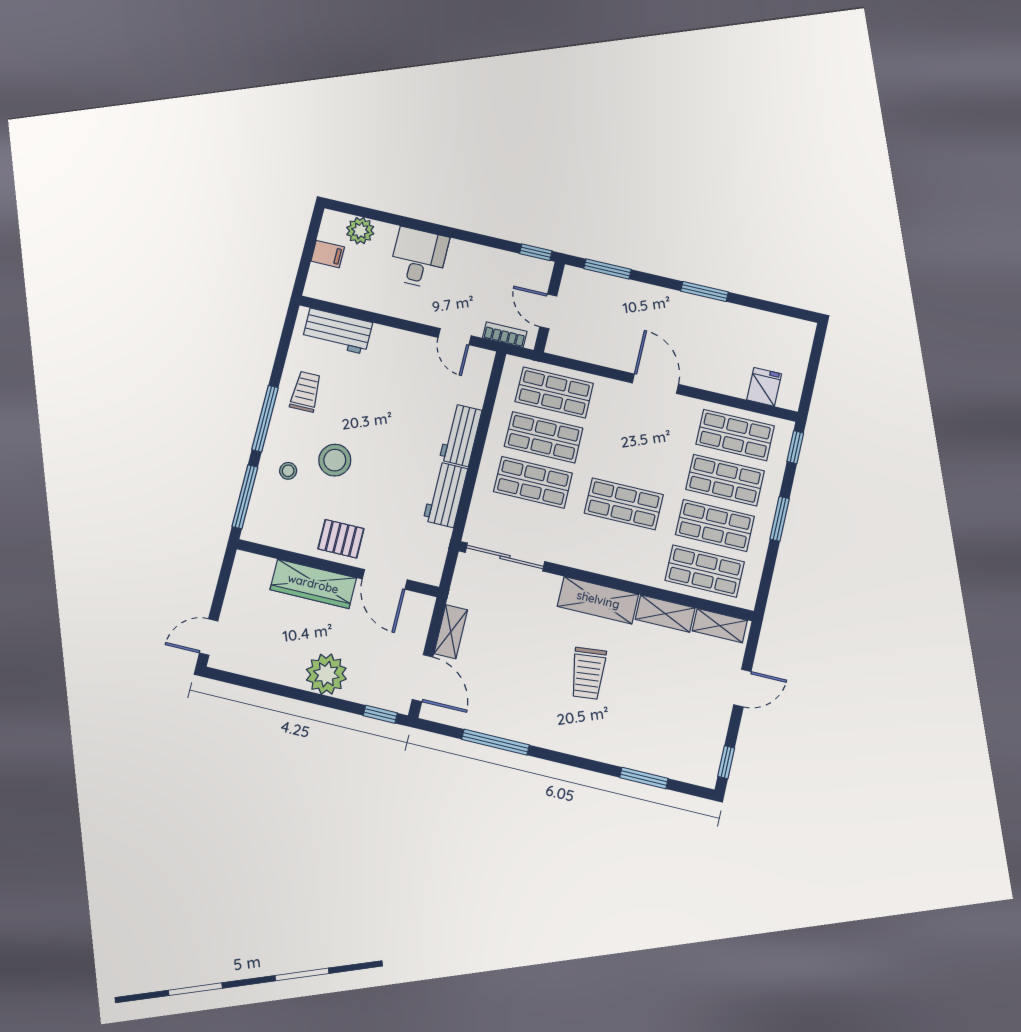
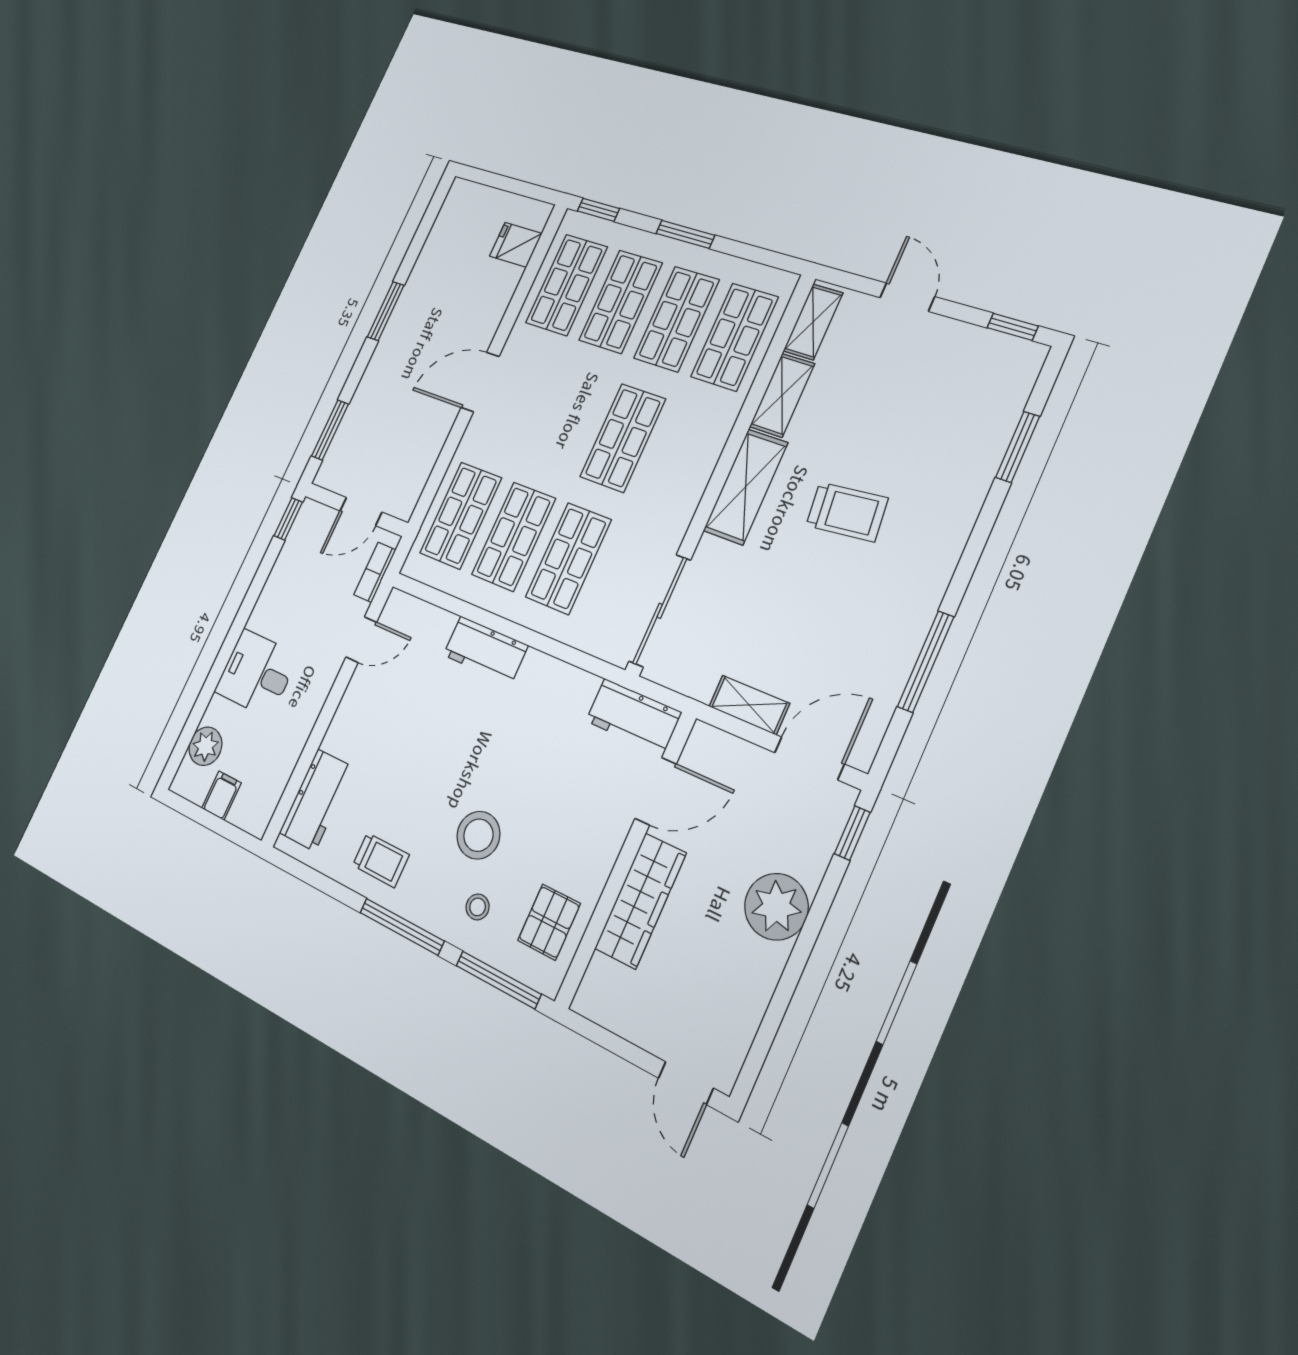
trolley: (306, 392) -> (381, 860), turned 180
workbench: (445, 495) -> (633, 717), moved
pallet: (341, 539) -> (549, 922), moved

